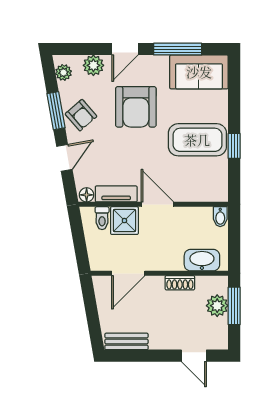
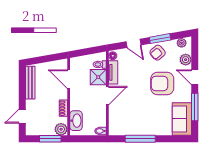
coffee table: (197, 140) -> (144, 118), removed
window: (234, 146) -> (140, 139), width x2.17
plant: (217, 306) -> (61, 129), moved
bench: (126, 341) -> (30, 83), width x1.36

